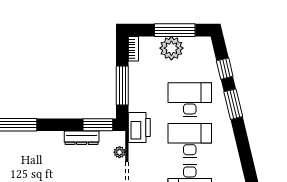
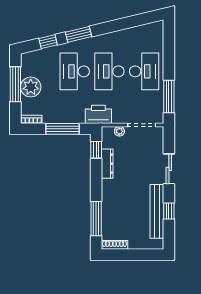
window: (98, 125) -> (96, 150), width x0.67

